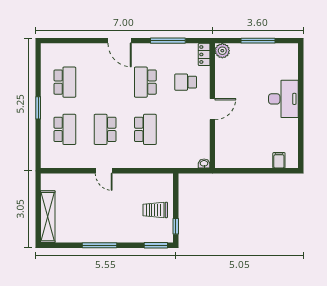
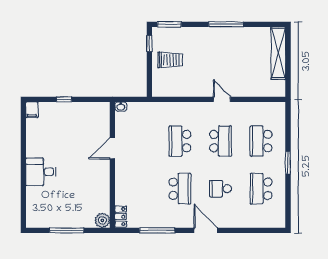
school desk: (186, 82) -> (221, 189), moved, turned 180
desk: (283, 99) -> (41, 172), width x0.73
door: (212, 109) -> (112, 148), moved
filing cabinet: (279, 160) -> (32, 110), moved
window: (260, 171) -> (64, 99), added

